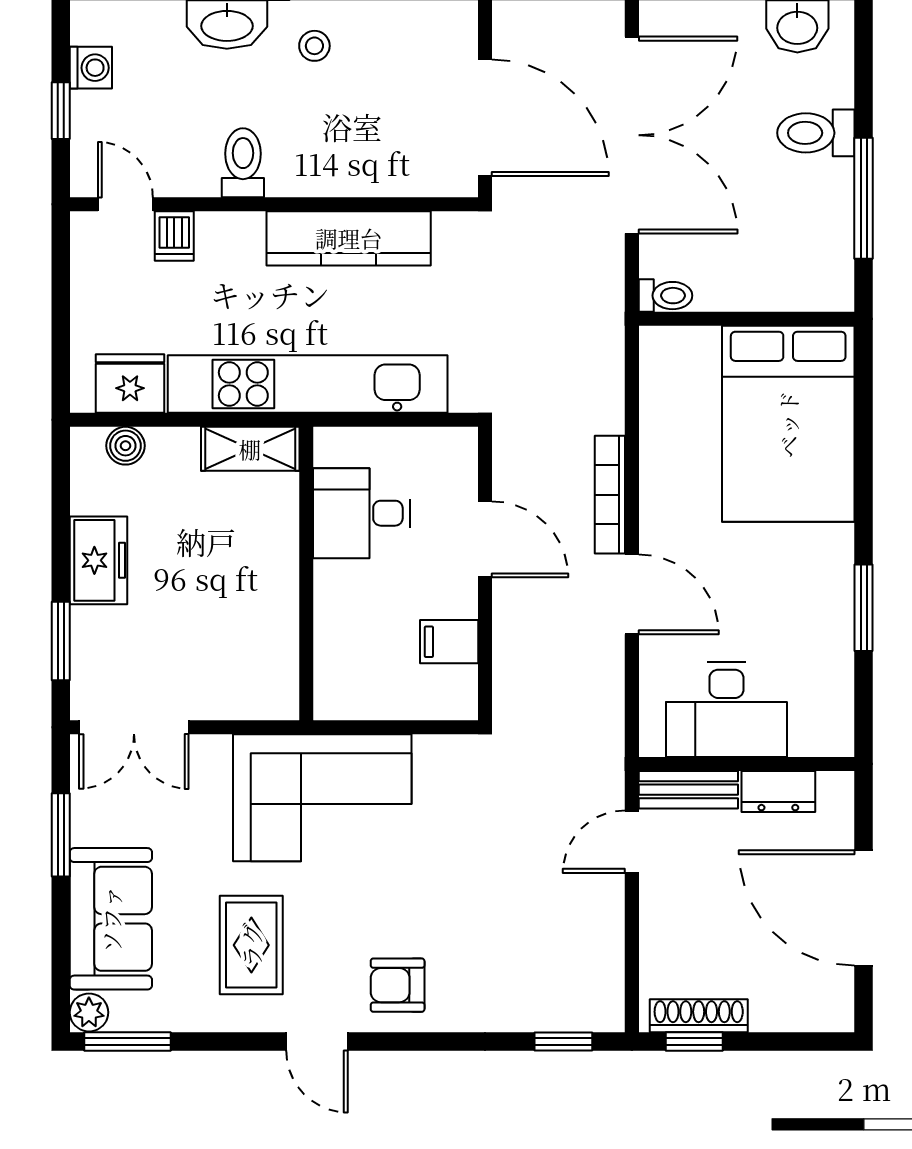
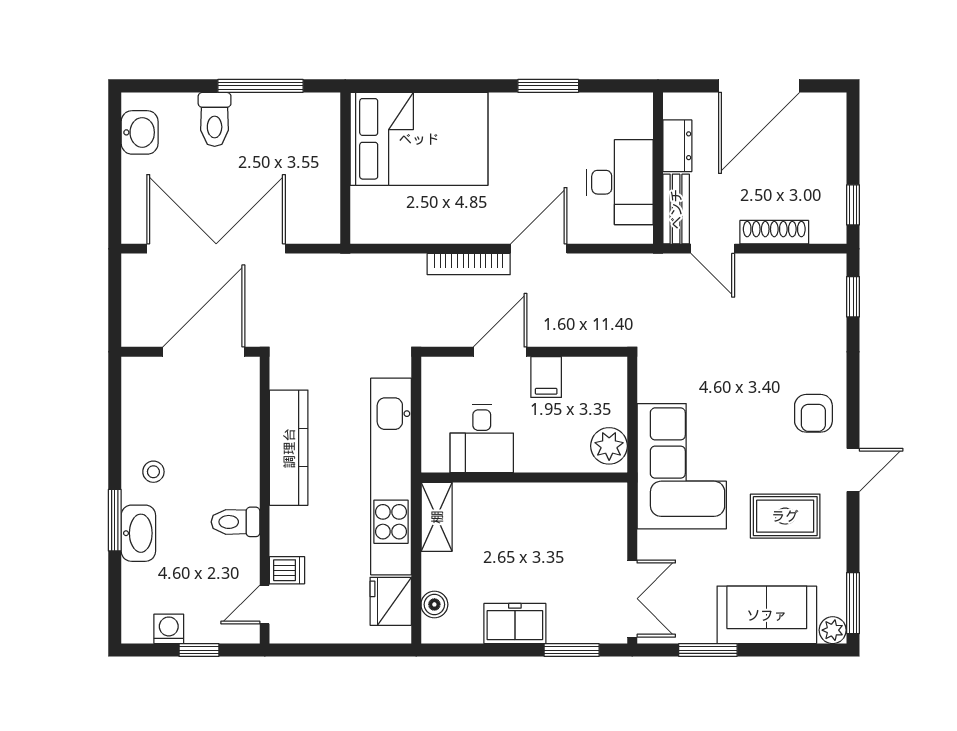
toilet: (666, 296) -> (329, 225), removed
filing cabinet: (449, 642) -> (546, 377), moved
plant: (351, 694) -> (609, 446), added
shoe rack: (699, 1016) -> (774, 232), moved, turned 90

